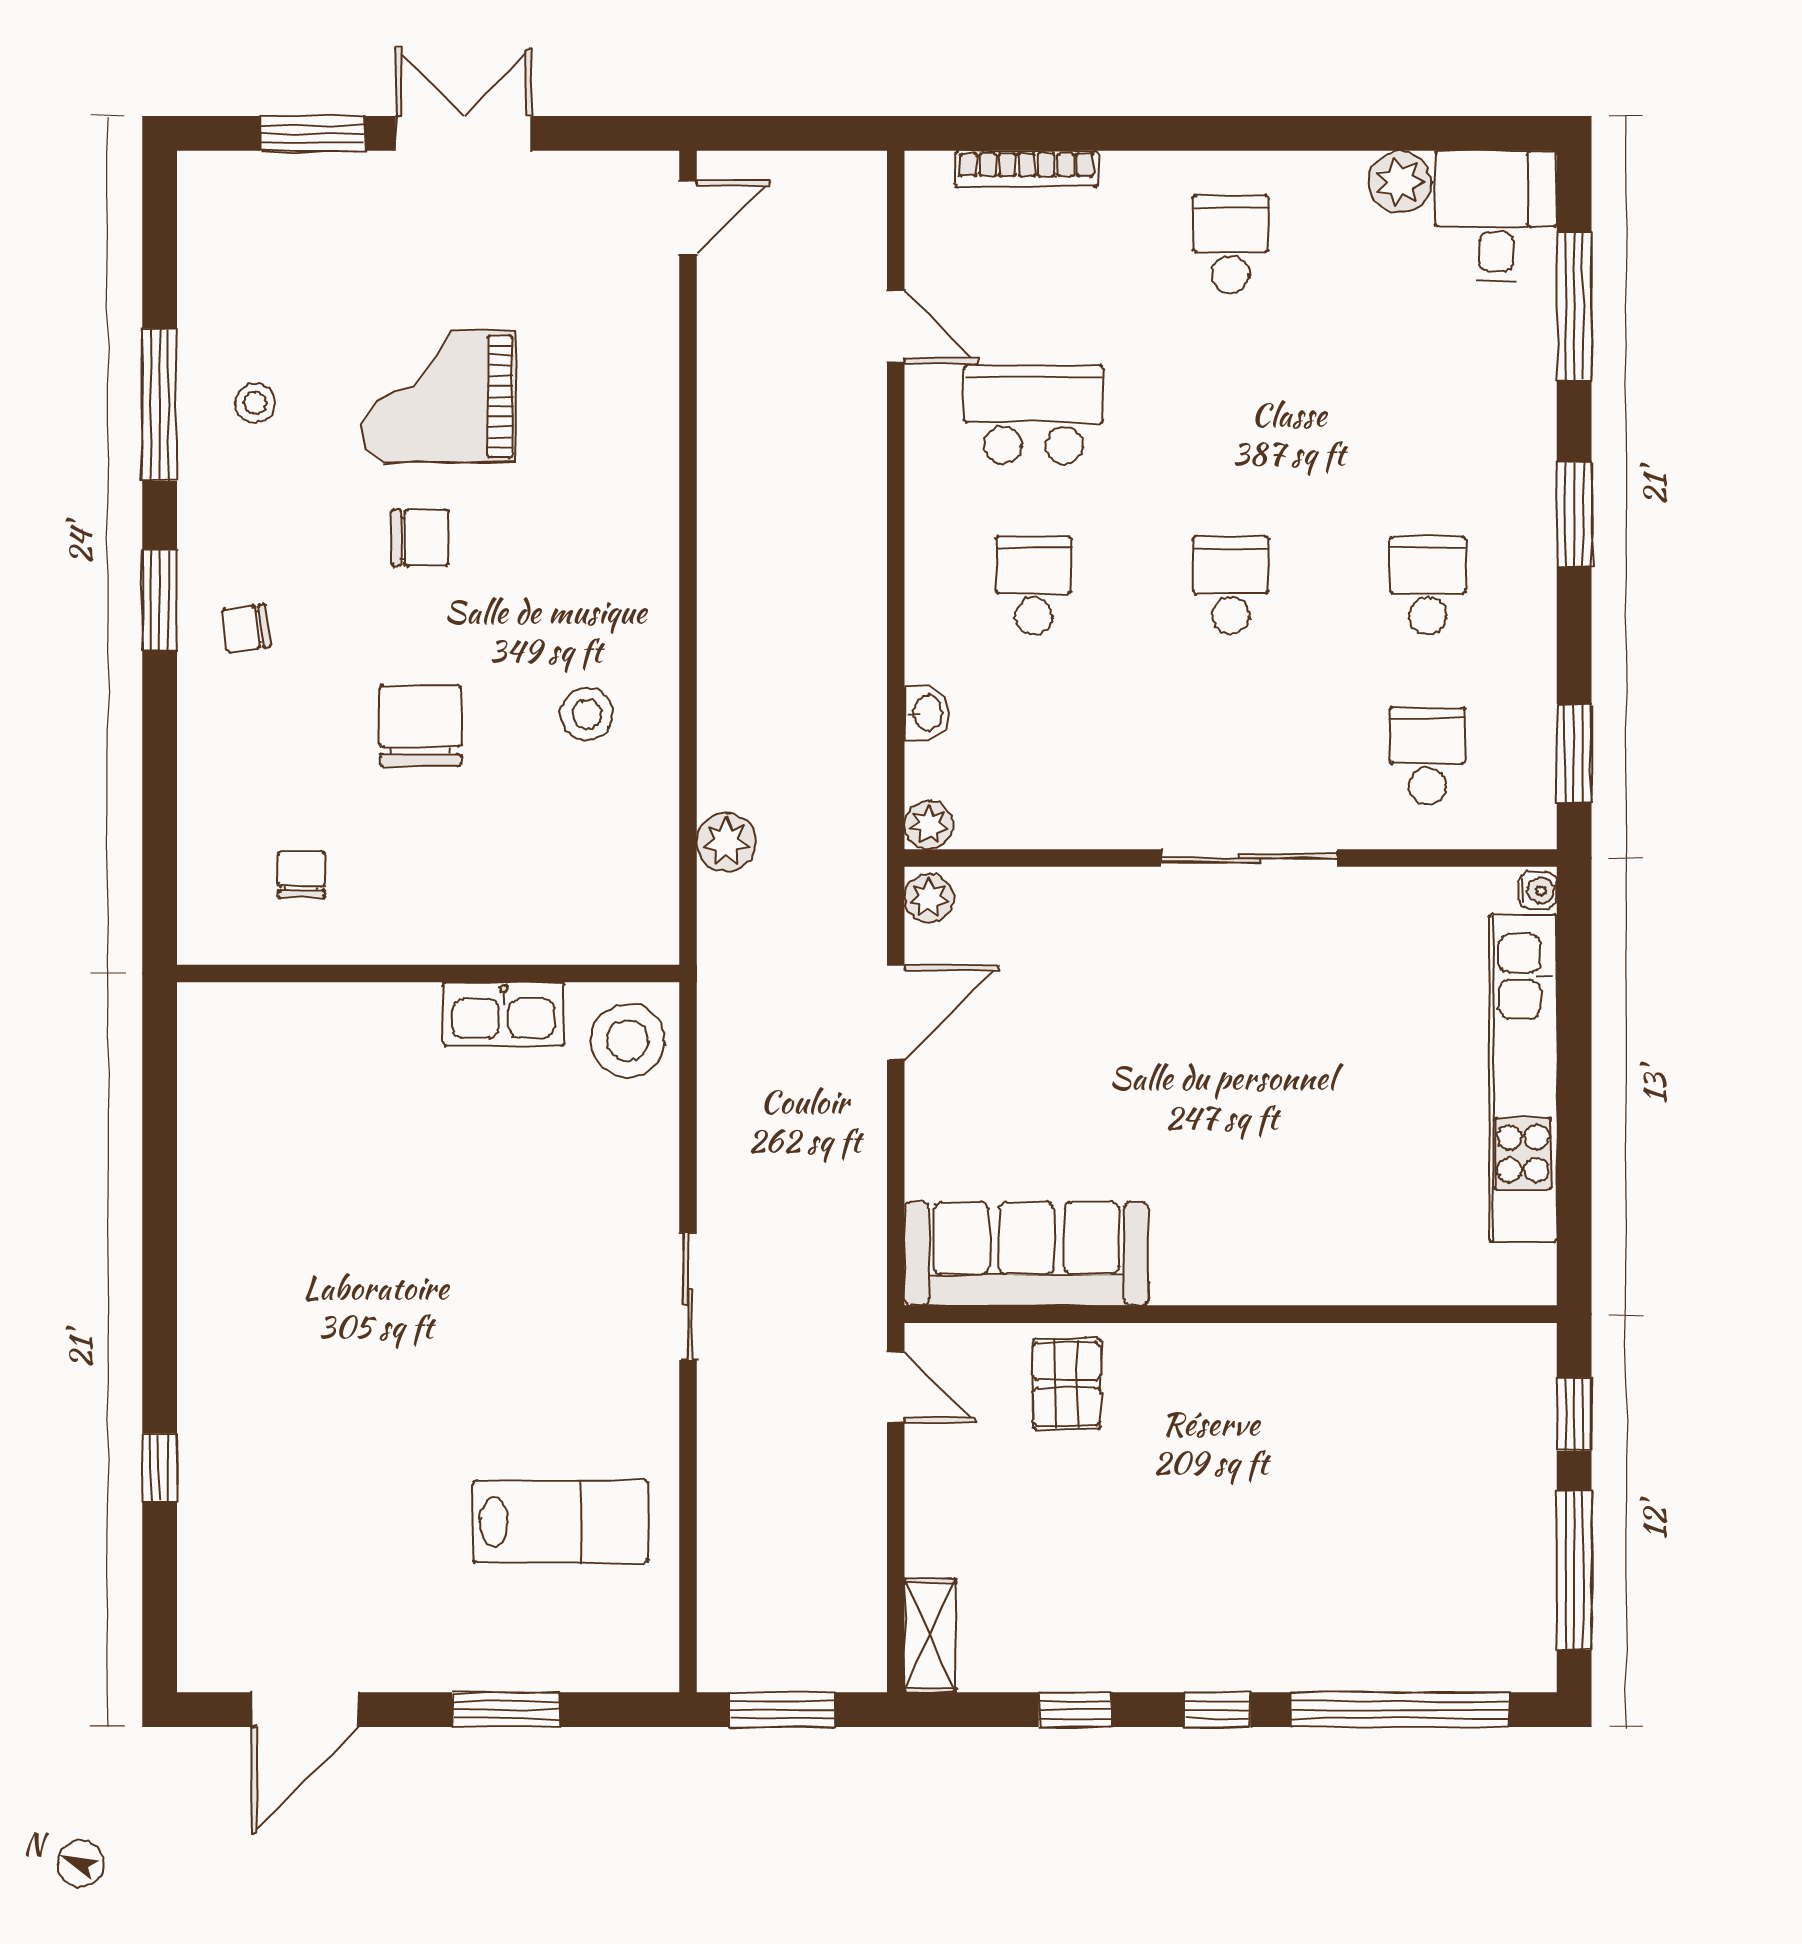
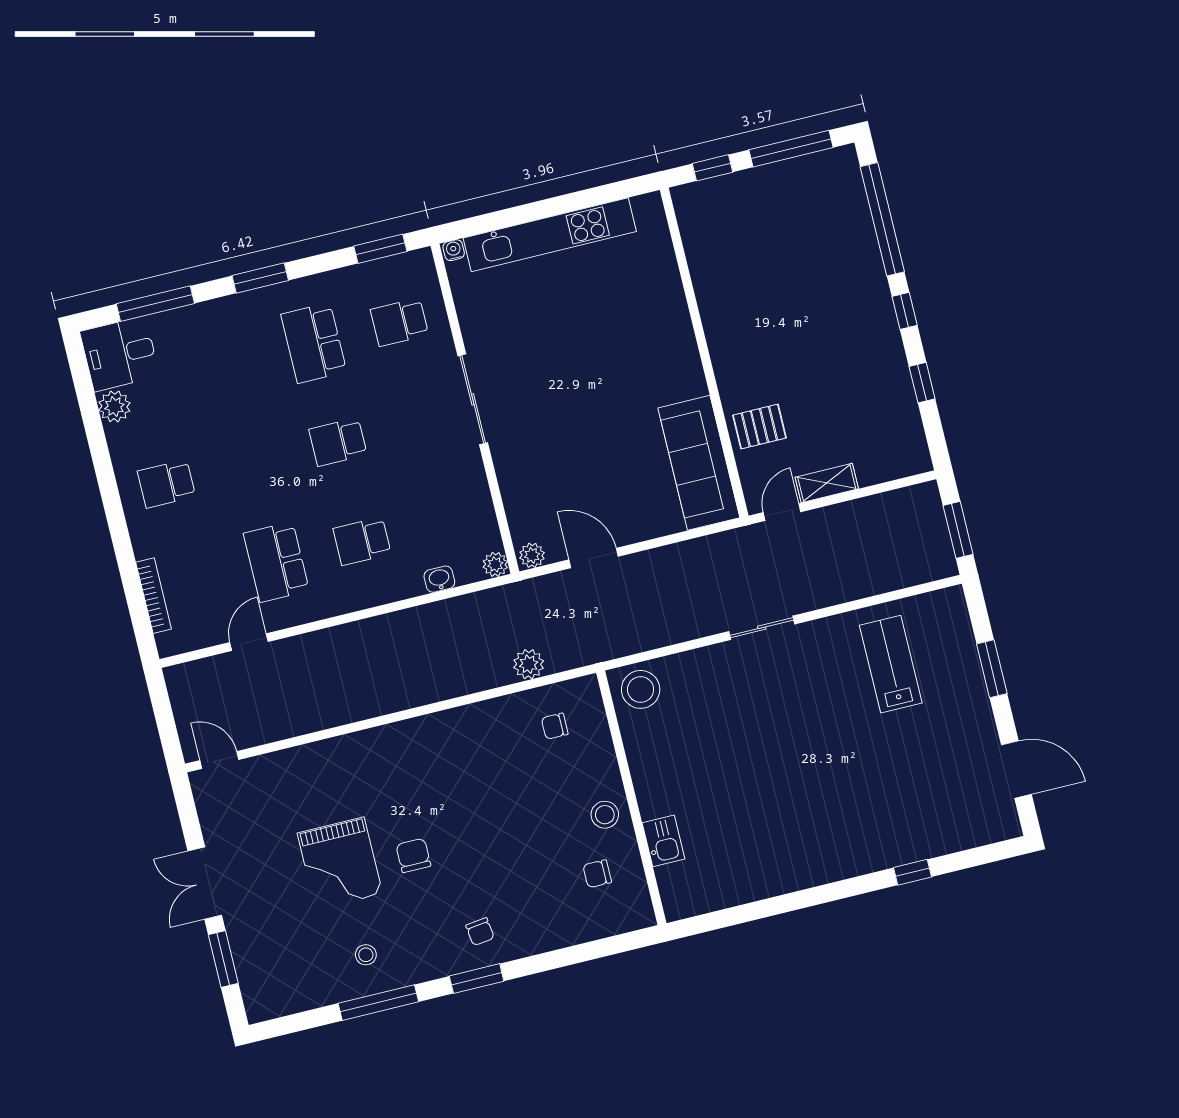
school desk: (1428, 585) -> (314, 343), width x1.85
stool: (587, 714) -> (605, 815), moved
chair: (420, 726) -> (555, 726), moved, width x0.54, depth x0.54
kitchen sink: (504, 1014) -> (663, 841), moved, width x0.73
shelving: (930, 1636) -> (827, 483), moved

